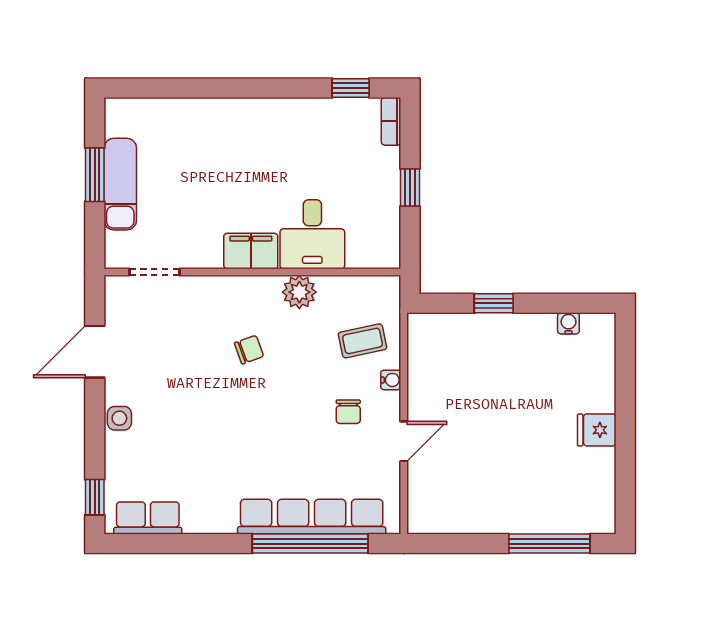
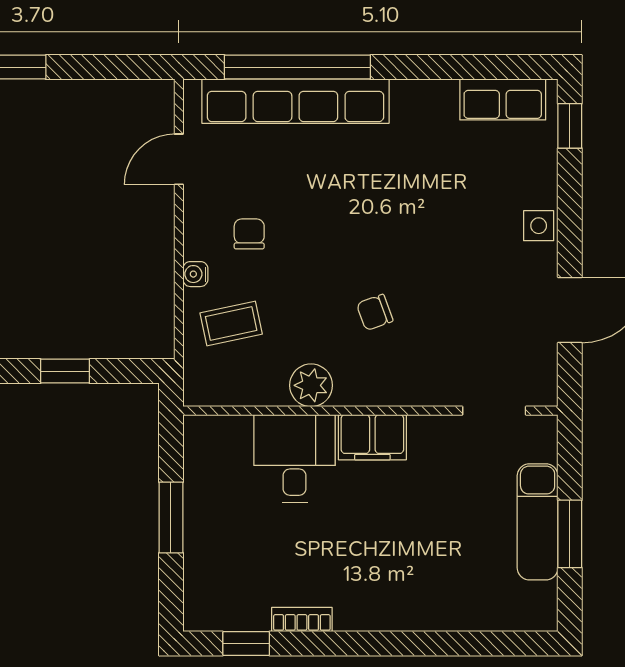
bookcase: (391, 121) -> (302, 620), moved, turned -90
window: (410, 188) -> (171, 518), width x1.50
door: (404, 441) -> (179, 159), moved

